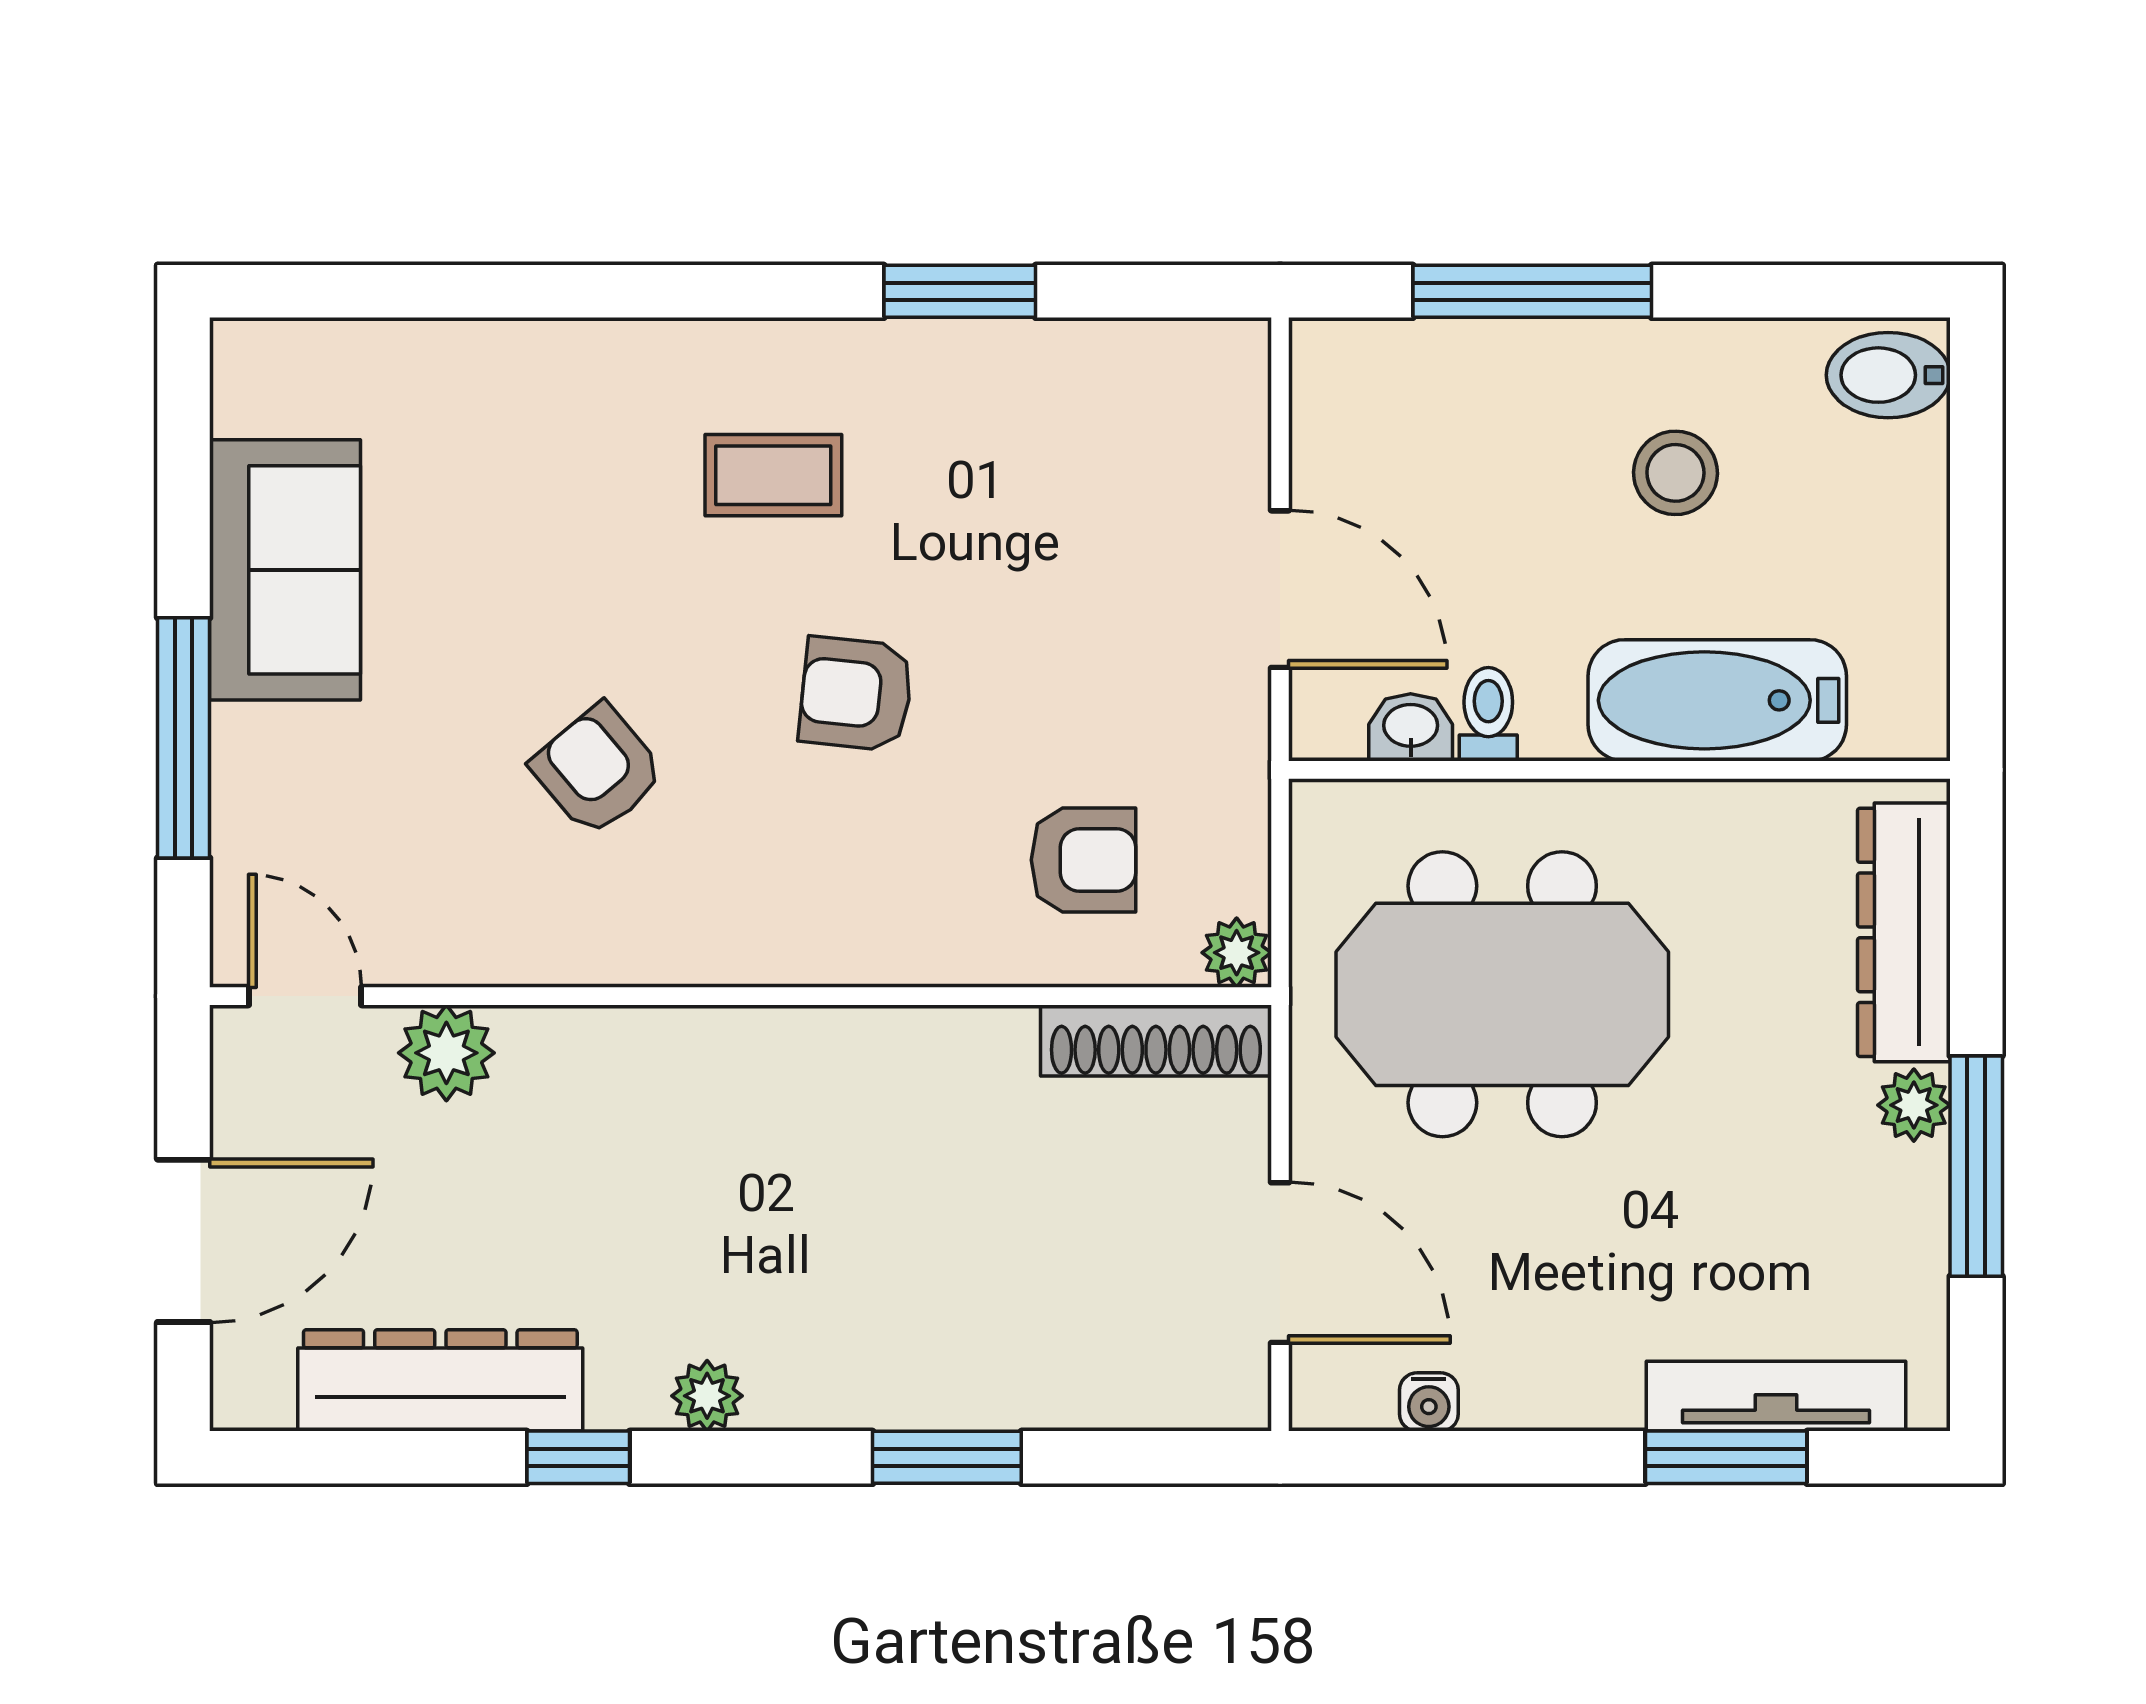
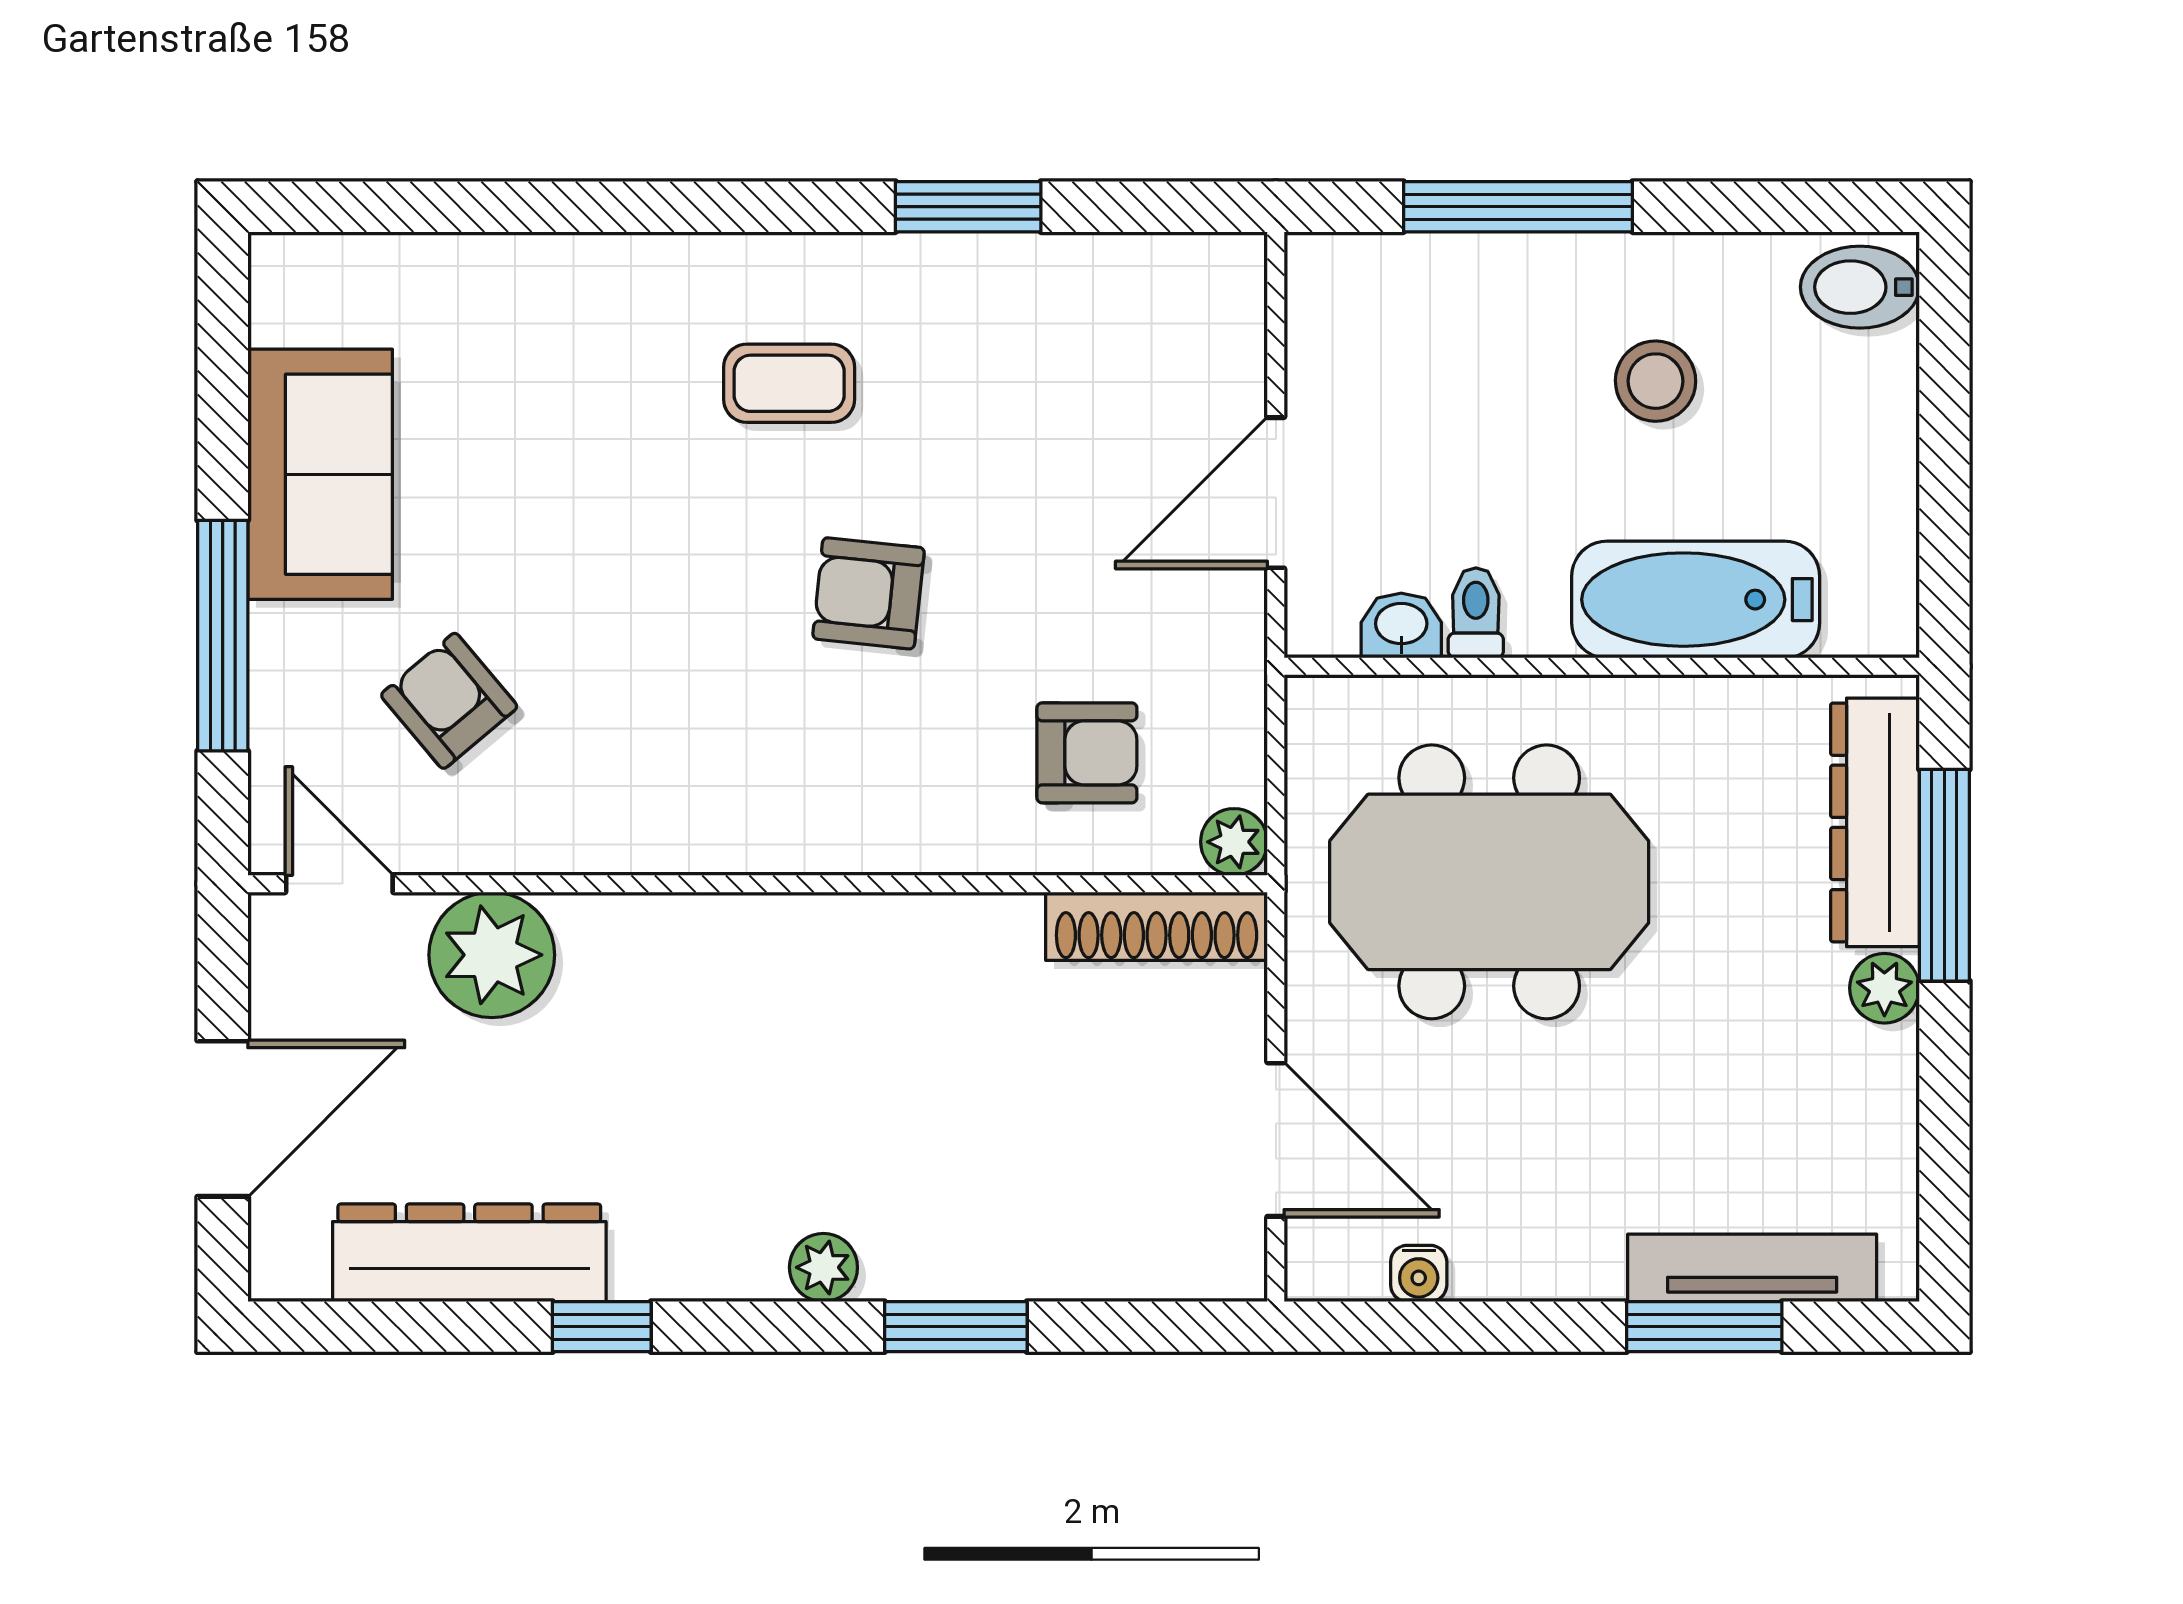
door: (1280, 589) -> (1276, 493), swing flipped
armchair: (598, 770) -> (449, 701), moved
plant: (446, 1053) -> (492, 955), width x1.36, depth x1.36
window: (1976, 1166) -> (1944, 875), moved
plant: (707, 1396) -> (823, 1267), moved

